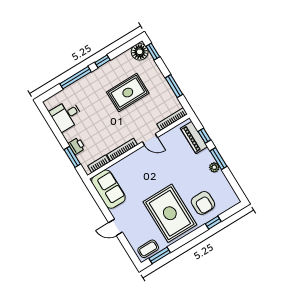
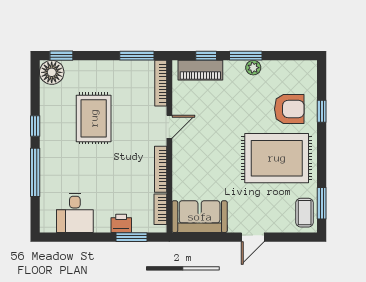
window: (174, 86) -> (137, 56), moved

